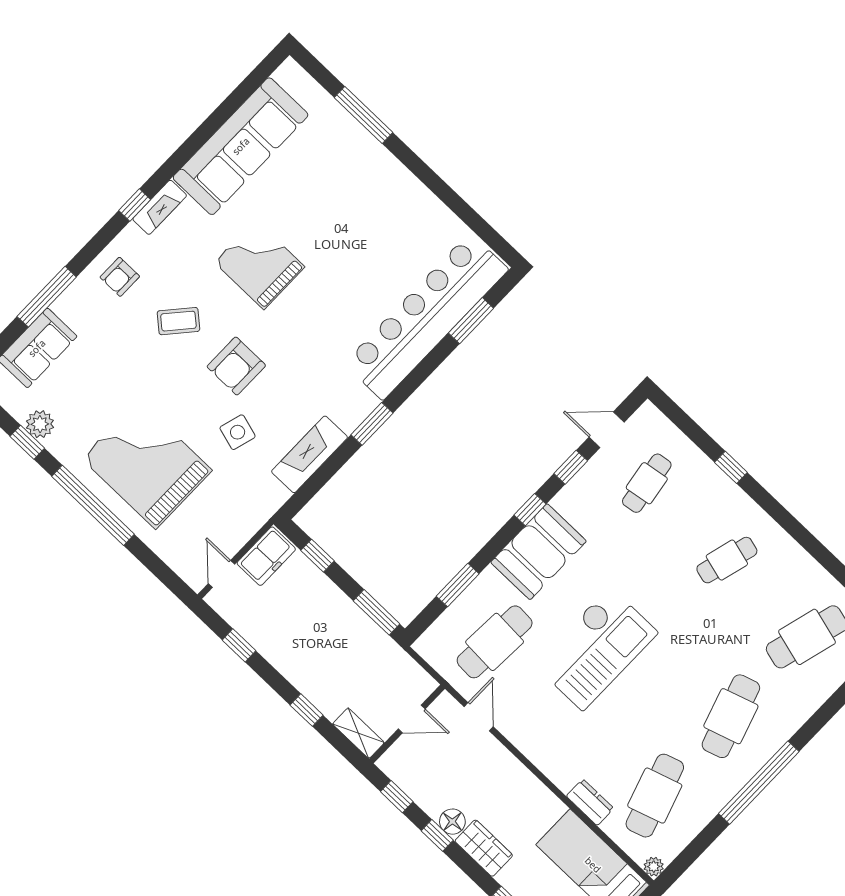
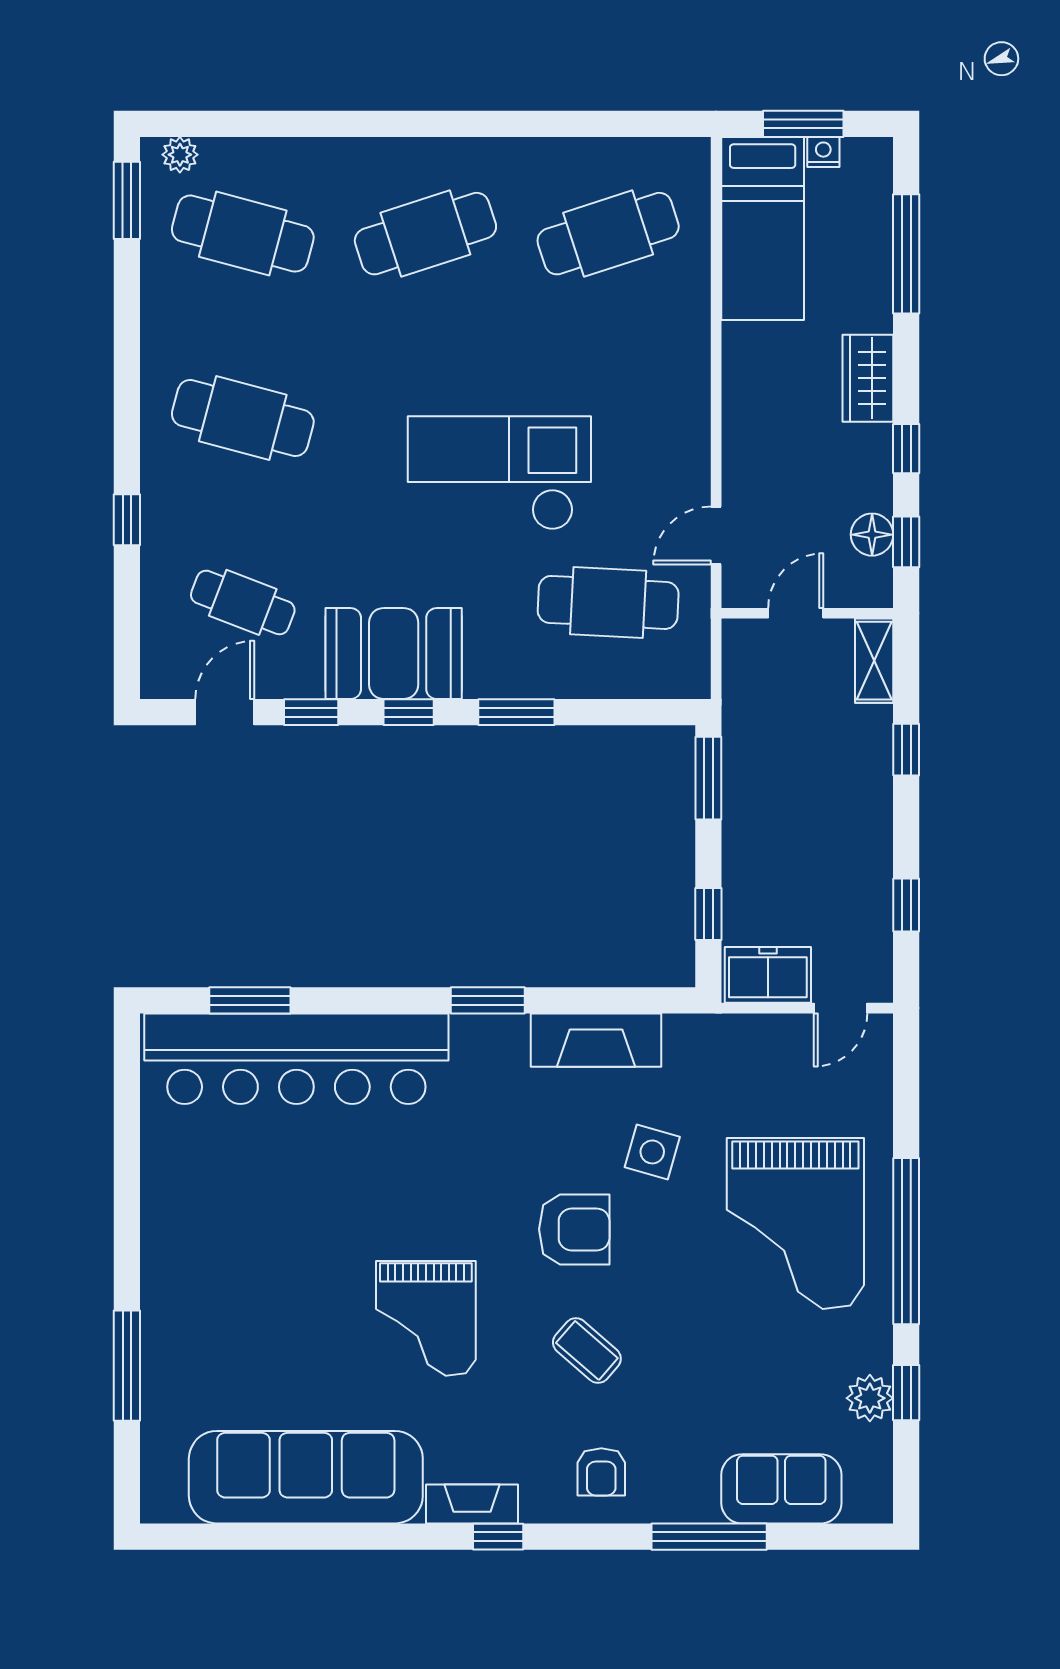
armchair: (120, 277) -> (601, 1472), turned 90
door: (607, 430) -> (225, 712), swing flipped
cafe table: (647, 483) -> (243, 602), turned 30
booth: (539, 552) -> (394, 654), moved
cafe table: (727, 560) -> (243, 418), width x1.37, depth x1.35
window: (458, 585) -> (516, 712), moved
door: (412, 719) -> (796, 613), hinge flipped
window: (759, 783) -> (473, 124), removed
dresser: (590, 802) -> (691, 304), removed
floor lamp: (452, 822) -> (872, 535), moved
plant: (654, 867) -> (695, 153), removed

